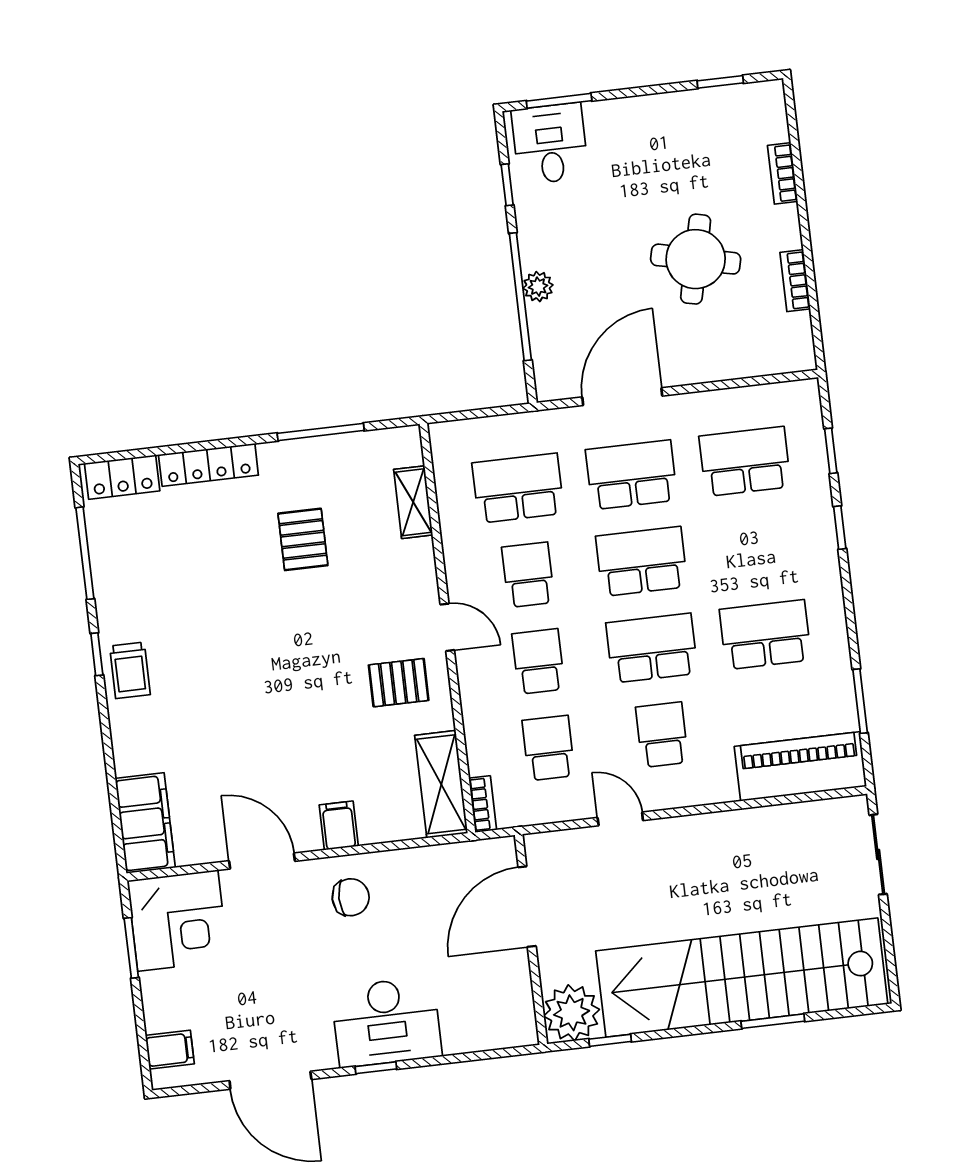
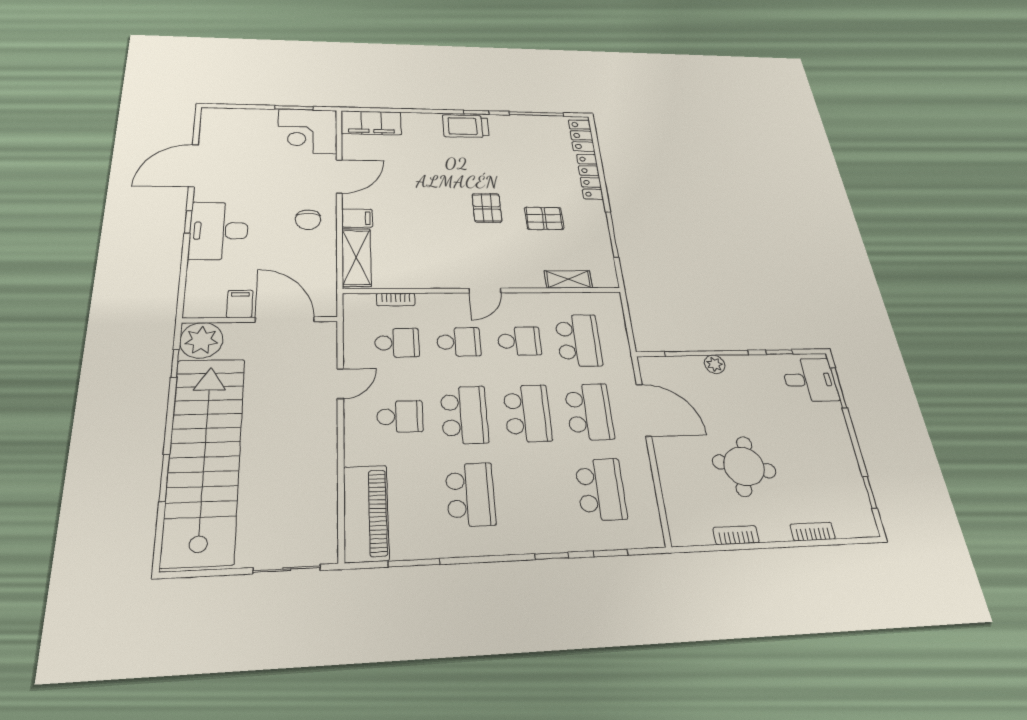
trolley: (130, 670) -> (466, 126), width x1.36, depth x1.39
pallet: (399, 683) -> (487, 208), moved
shelving: (441, 784) -> (356, 257), moved, turned 90
bookcase: (483, 804) -> (396, 299), moved
filing cabinet: (170, 1050) -> (240, 304), moved, turned 180

